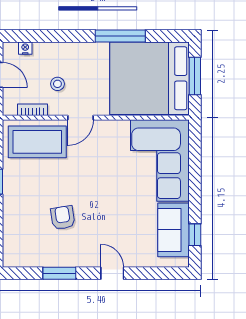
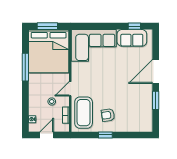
door: (81, 118) -> (70, 89), swing flipped
armchair: (63, 218) -> (108, 115), moved
door: (112, 273) -> (156, 71), width x1.88

